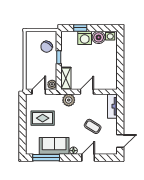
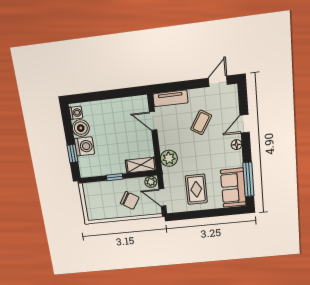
chair: (47, 47) -> (130, 200), moved
door: (87, 92) -> (153, 121), moved
door: (120, 141) -> (218, 81), hinge flipped
sofa: (54, 146) -> (233, 188), moved
door: (88, 158) -> (245, 124), hinge flipped

